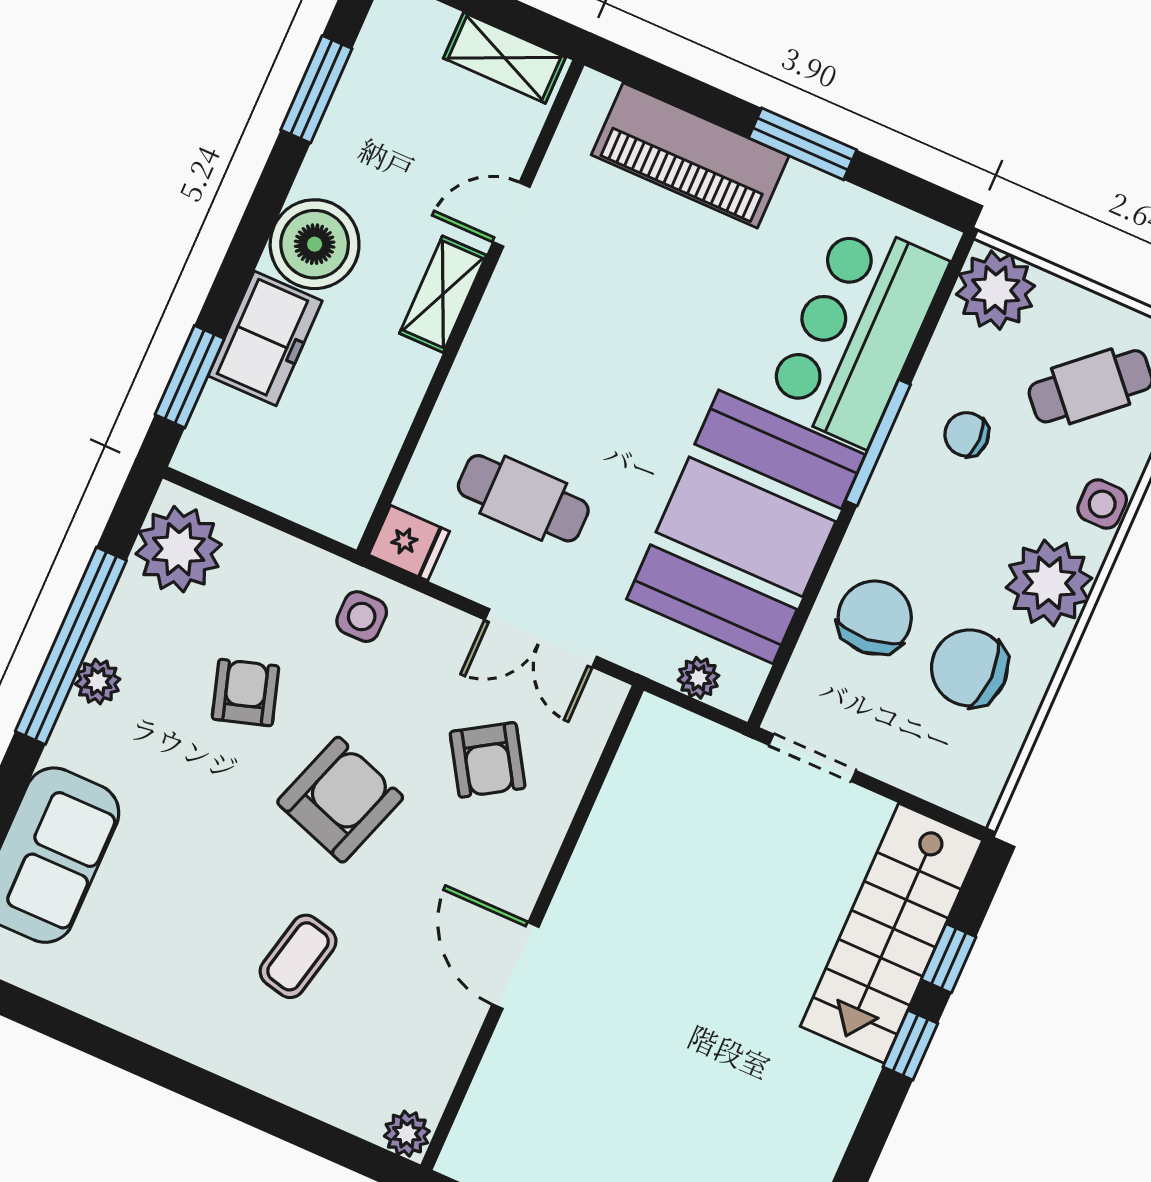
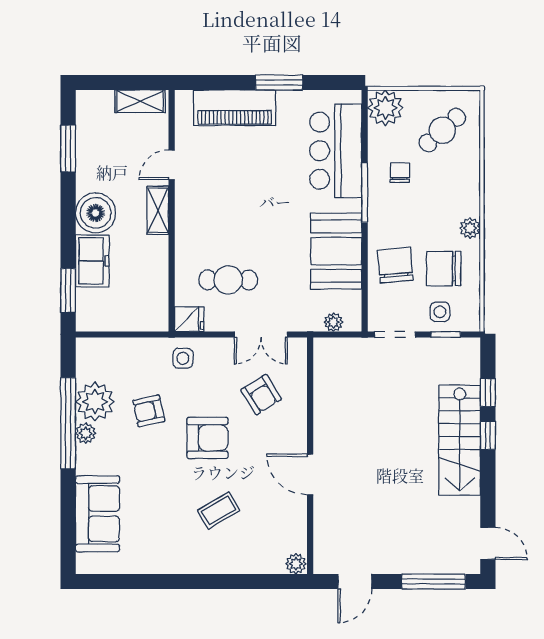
chair: (967, 434) -> (400, 173), turned 90
side table: (1102, 504) -> (440, 312), moved
booth: (746, 527) -> (336, 251), width x0.73, depth x0.70
plant: (179, 549) -> (95, 402), moved
plant: (1049, 583) -> (470, 228), width x0.53, depth x0.53
armchair: (245, 693) -> (149, 411), turned -85
armchair: (340, 800) -> (207, 438), turned 71
window: (915, 803) -> (446, 334), added
stairs: (891, 933) -> (460, 440), moved
coffee table: (298, 956) -> (219, 510), turned 46

